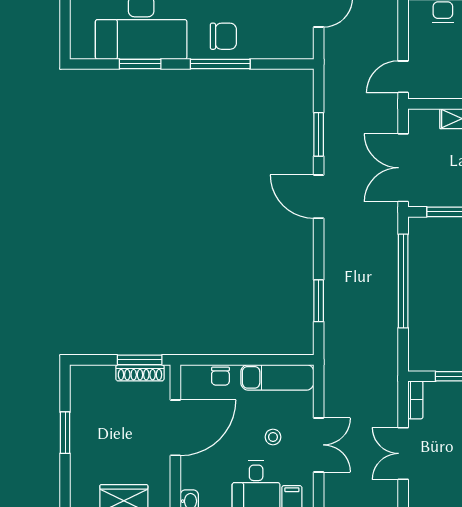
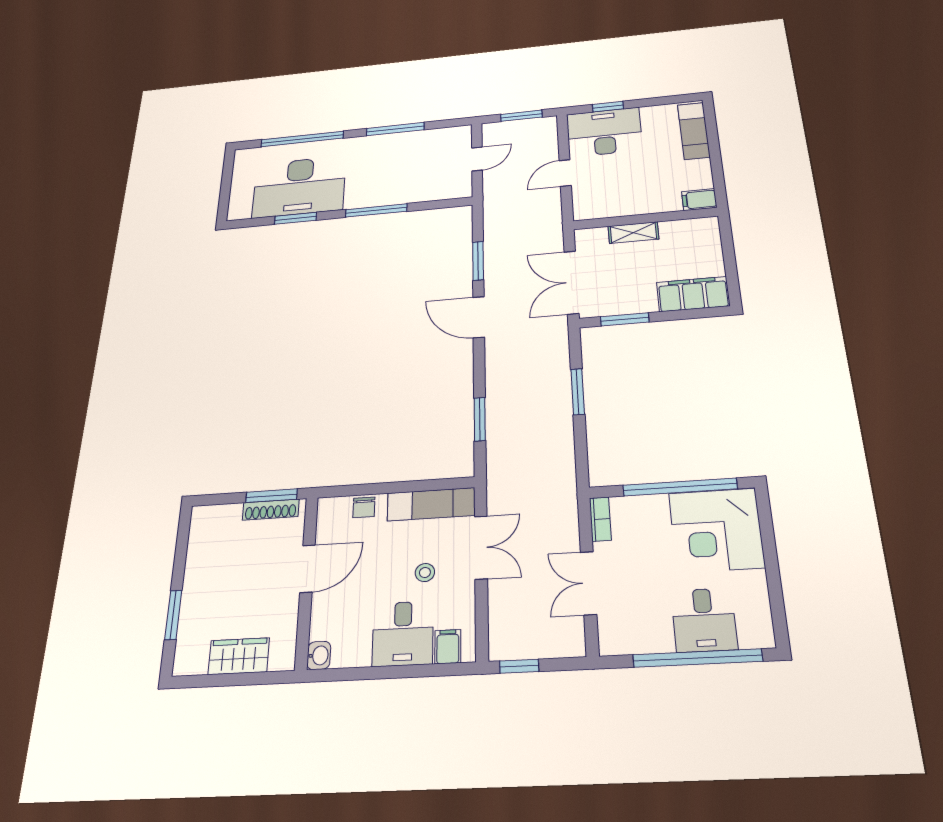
chair: (223, 36) -> (380, 188), removed
door: (403, 77) -> (565, 173), moved
window: (403, 281) -> (578, 392), width x0.47
door: (175, 428) -> (307, 569), width x0.73
window: (65, 433) -> (173, 615), moved
double door: (319, 445) -> (481, 547), moved

